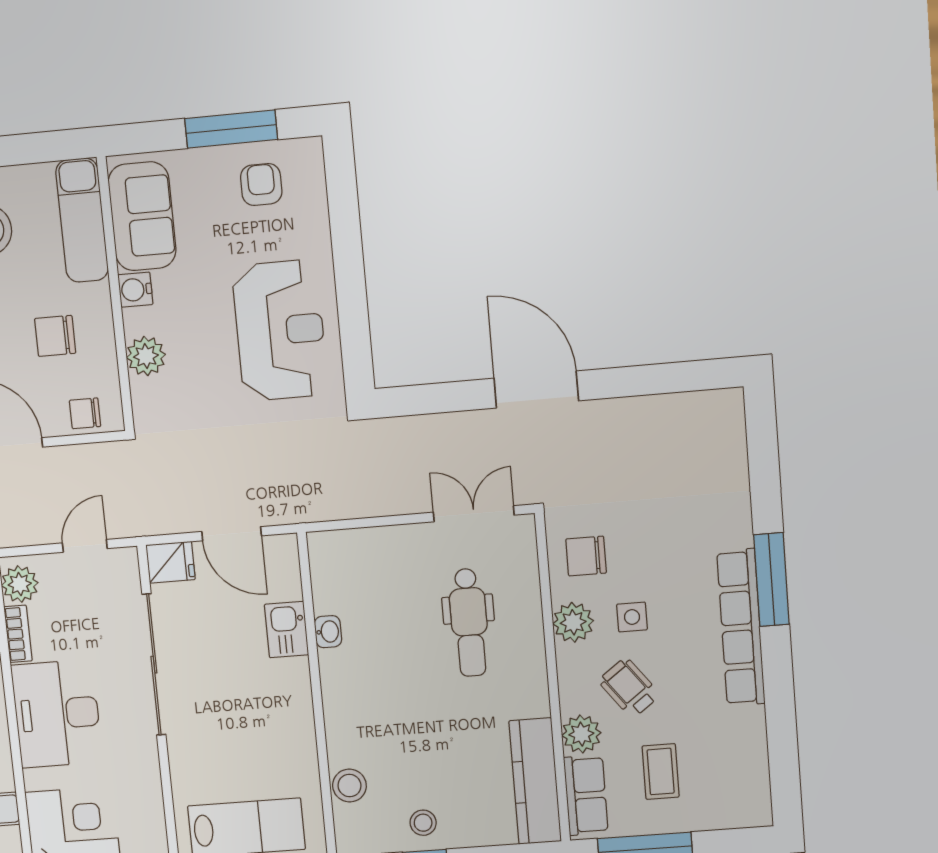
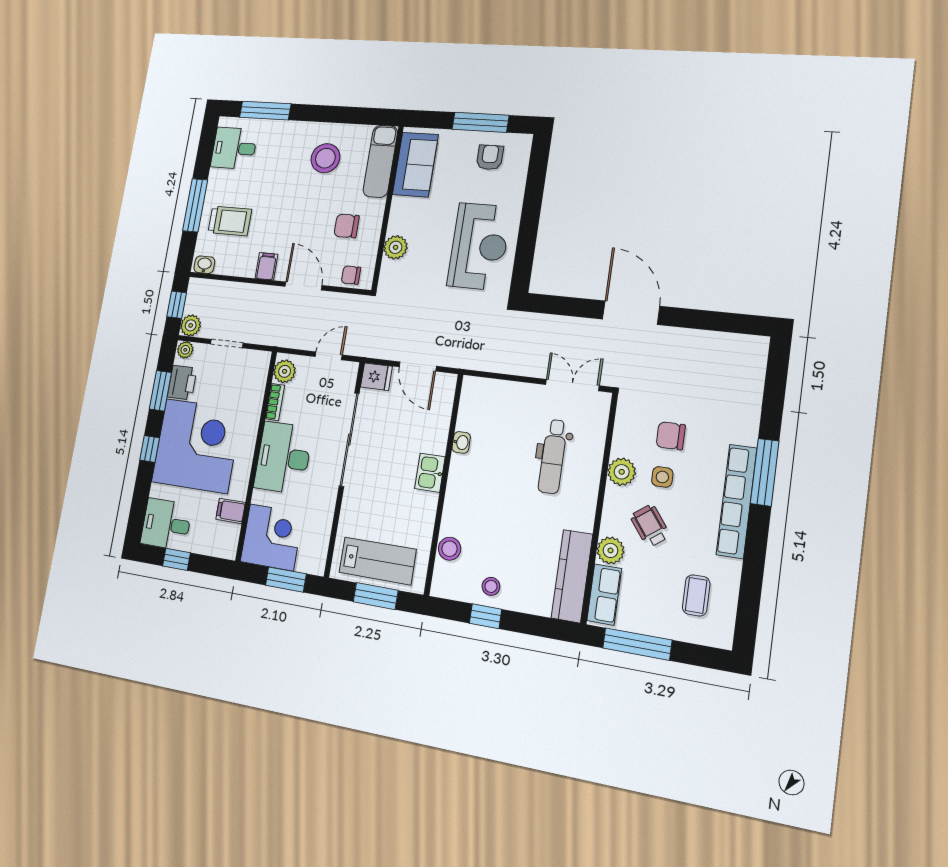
water cooler: (135, 290) -> (400, 207), removed
chair: (586, 556) -> (671, 436), moved
kitchen sink: (287, 630) -> (430, 473), moved
coffee table: (661, 771) -> (696, 595), moved

